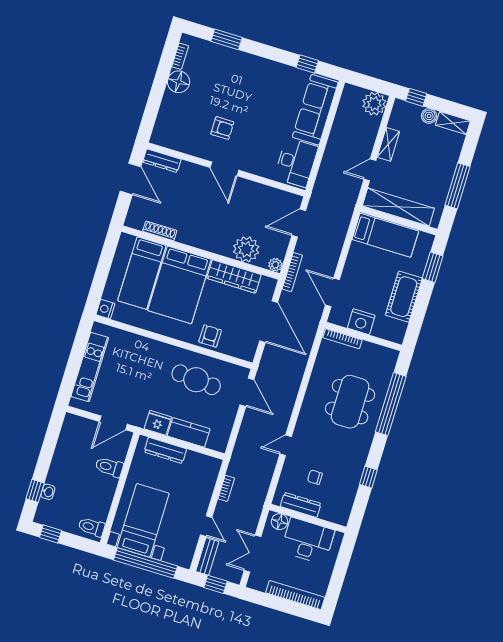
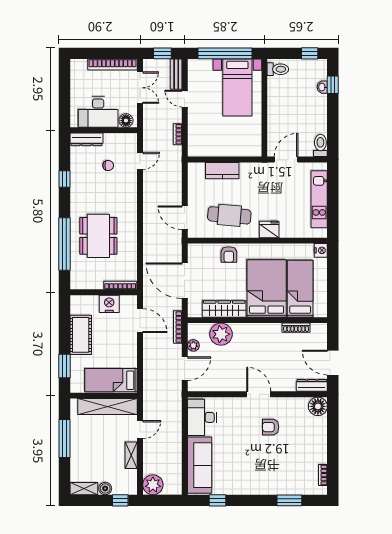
floor lamp: (179, 82) -> (318, 406), moved
plant: (275, 265) -> (193, 345), moved
fridge: (158, 423) -> (269, 229), moved, turned 180
door: (286, 445) -> (140, 161), moved
dresser: (165, 450) -> (237, 150), removed
toilet: (109, 467) -> (320, 145), moved, turned -90
dresser: (301, 505) -> (87, 139), moved
bookcase: (295, 595) -> (113, 65), moved

